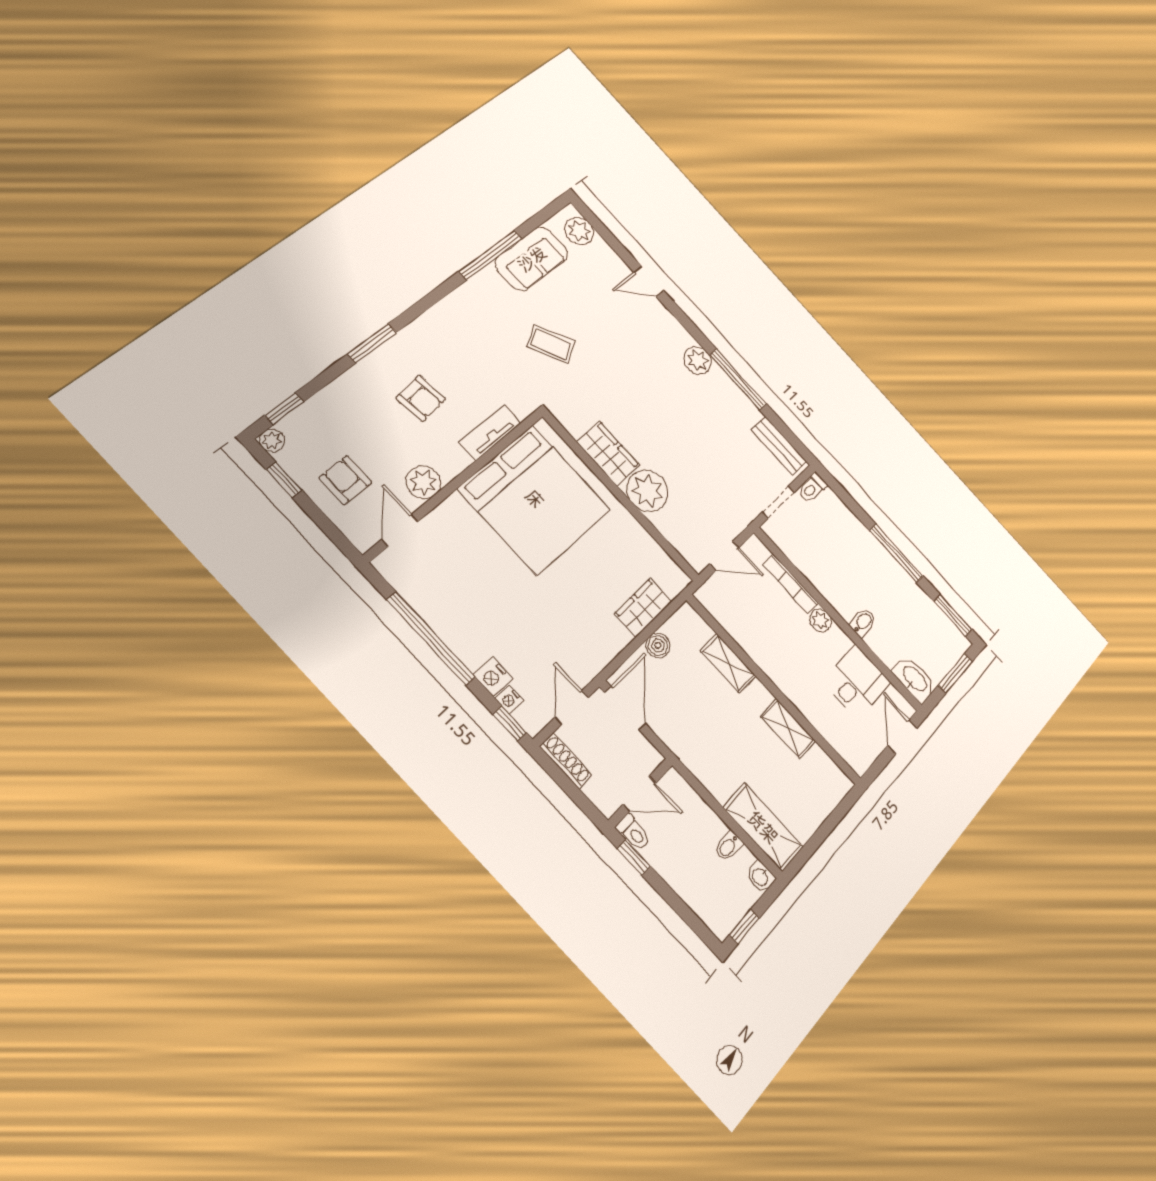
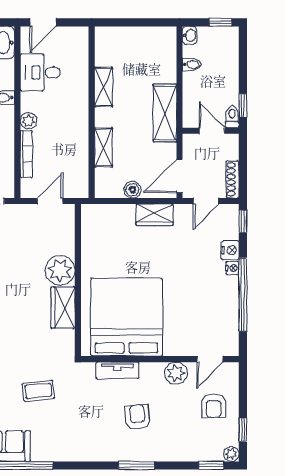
coffee table: (551, 344) -> (38, 391), turned -67
door: (724, 556) -> (50, 201), hinge flipped
wardrobe: (643, 608) -> (155, 215), moved
nightstand: (510, 700) -> (232, 268), moved
shelving: (763, 827) -> (165, 113), moved

